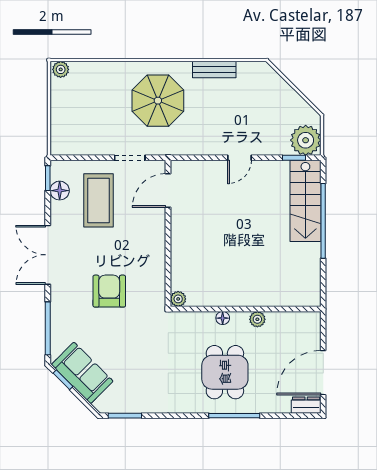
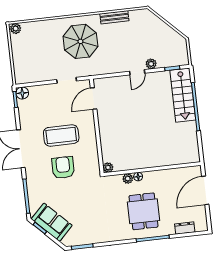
plant: (306, 140) -> (151, 64), moved, width x0.53, depth x0.53
floor lamp: (60, 191) -> (22, 93), moved
coffee table: (98, 200) -> (61, 135), moved, turned 90
plant: (257, 319) -> (128, 179), moved
door: (323, 373) -> (205, 190), moved
dresser: (306, 405) -> (185, 228), moved

